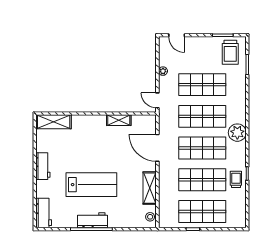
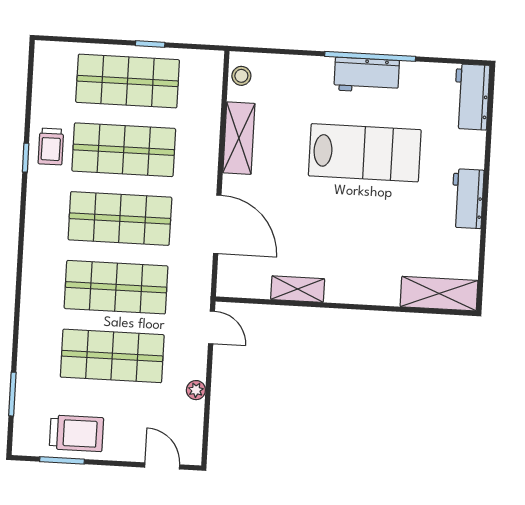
trolley: (230, 52) -> (76, 433), moved, turned 90
plant: (237, 133) -> (42, 248), removed
lab bench: (91, 185) -> (365, 153), turned 180

